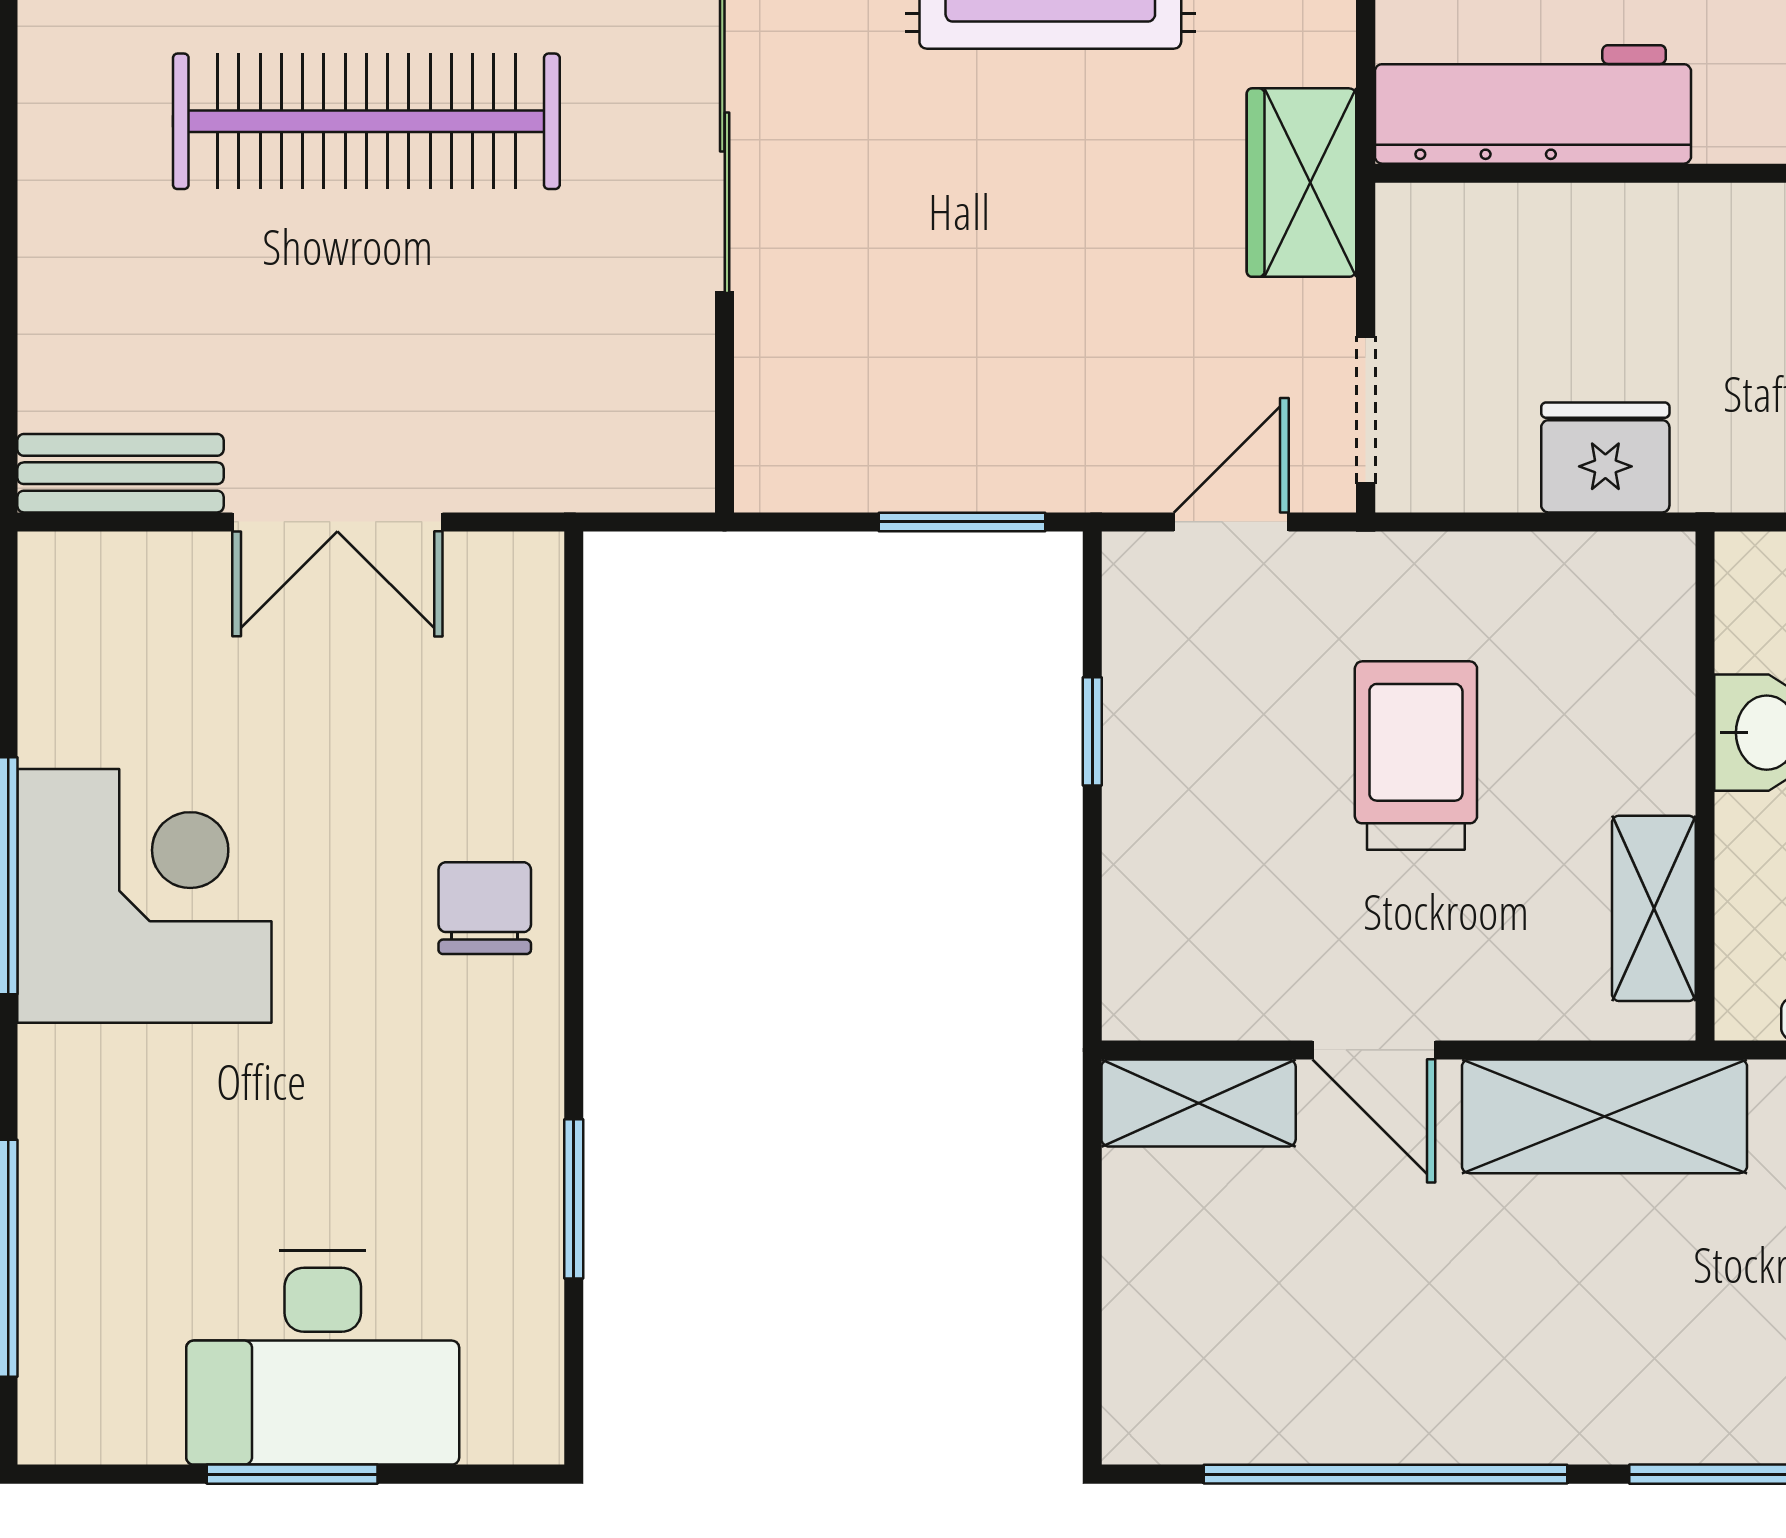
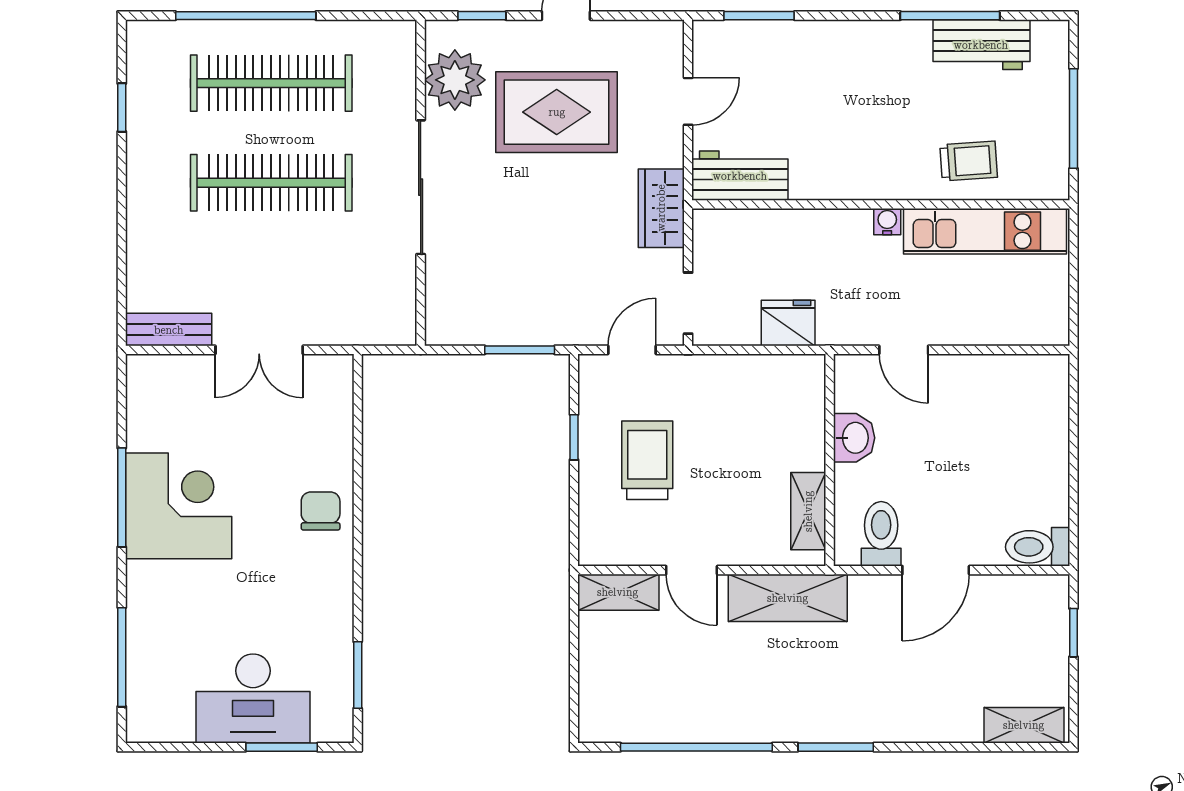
workbench: (1533, 104) -> (740, 176), width x0.73
trolley: (1416, 756) -> (647, 460), moved
window: (574, 1199) -> (358, 675), moved
window: (292, 1474) -> (282, 747), moved

